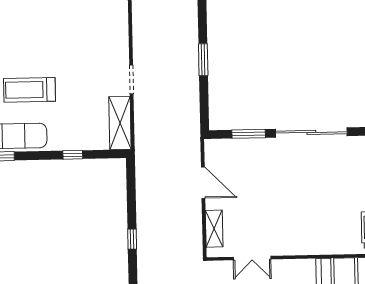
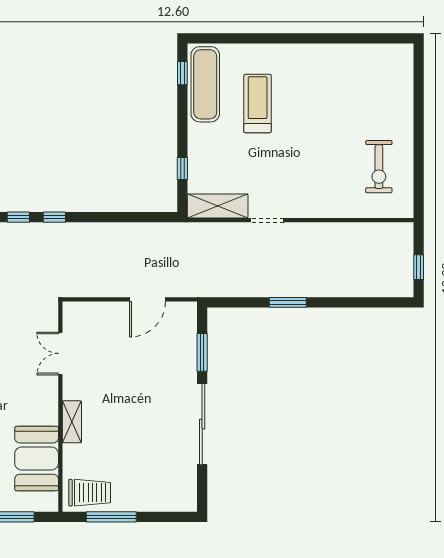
window: (73, 155) -> (182, 169), moved
shelving: (214, 229) -> (72, 422), moved, turned 90
window: (132, 239) -> (54, 217), moved

